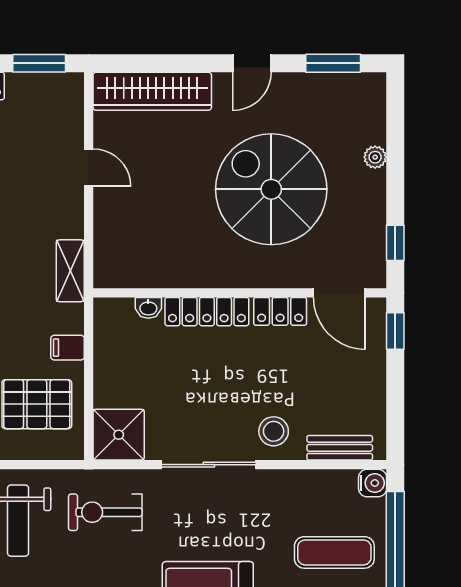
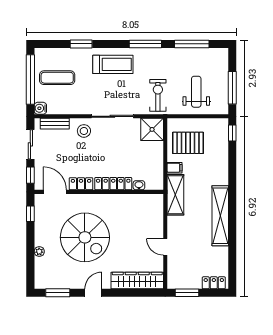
shelving: (70, 271) -> (175, 195), width x1.50, depth x1.33
sliding door: (395, 401) -> (30, 144), added
exercise bike: (105, 512) -> (158, 95), turned -90

